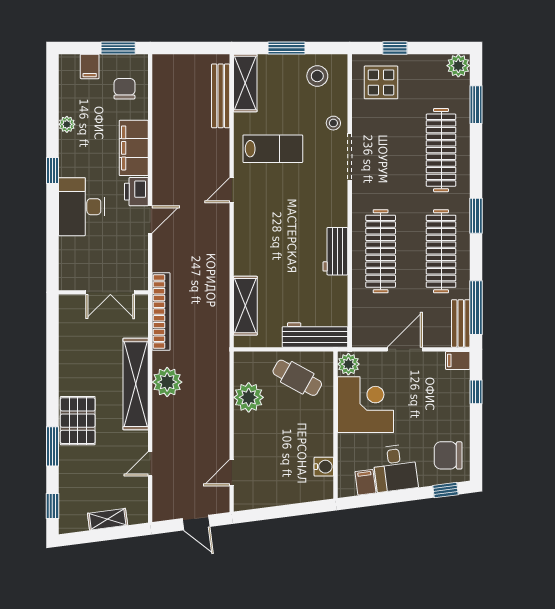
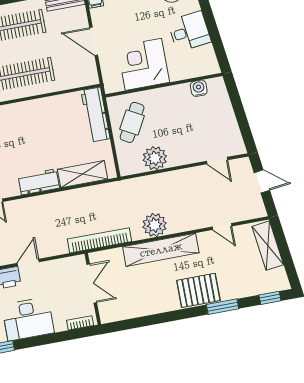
door: (150, 220) -> (28, 262), hinge flipped
workbench: (335, 251) -> (39, 182), moved, turned 180
bookcase: (65, 269) -> (80, 323), added
plant: (348, 364) -> (114, 84), removed
filing cabinet: (365, 482) -> (205, 53), removed
shelving: (108, 519) -> (268, 246), width x1.50, depth x1.33
door: (196, 523) -> (262, 181), hinge flipped

